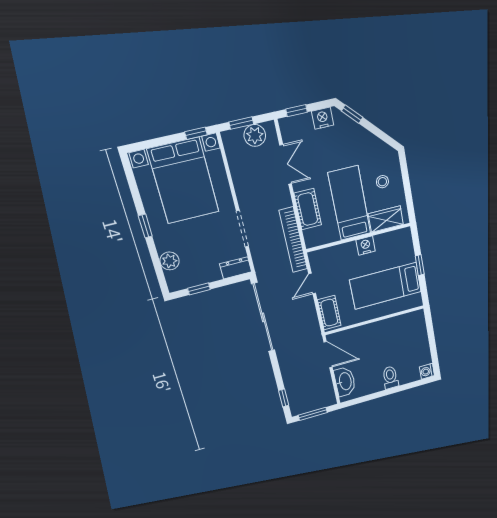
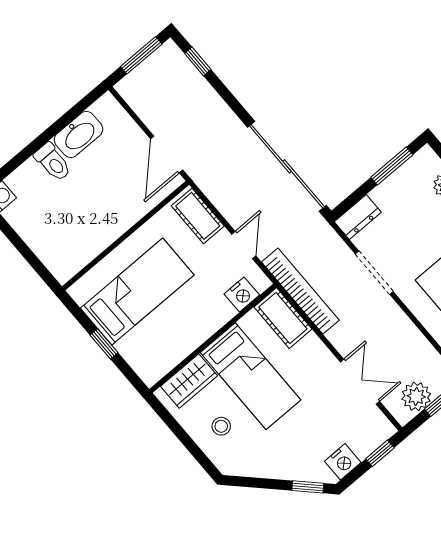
double door: (286, 164) -> (360, 382), swing flipped
cot: (308, 209) -> (283, 318), moved
nightstand: (366, 245) -> (242, 295), moved
window: (199, 289) -> (392, 166), width x1.50
door: (328, 355) -> (167, 154), hinge flipped
washbasin: (345, 381) -> (79, 134), moved, turned -90

